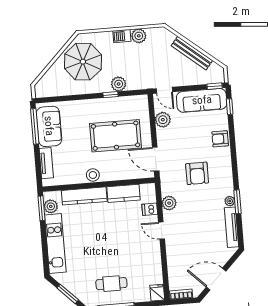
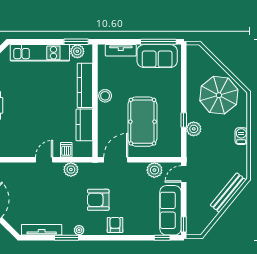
plant: (139, 36) -> (240, 153), removed
bench: (192, 53) -> (228, 193), moved
armchair: (220, 139) -> (115, 225), moved
plant: (230, 201) -> (79, 230), moved

